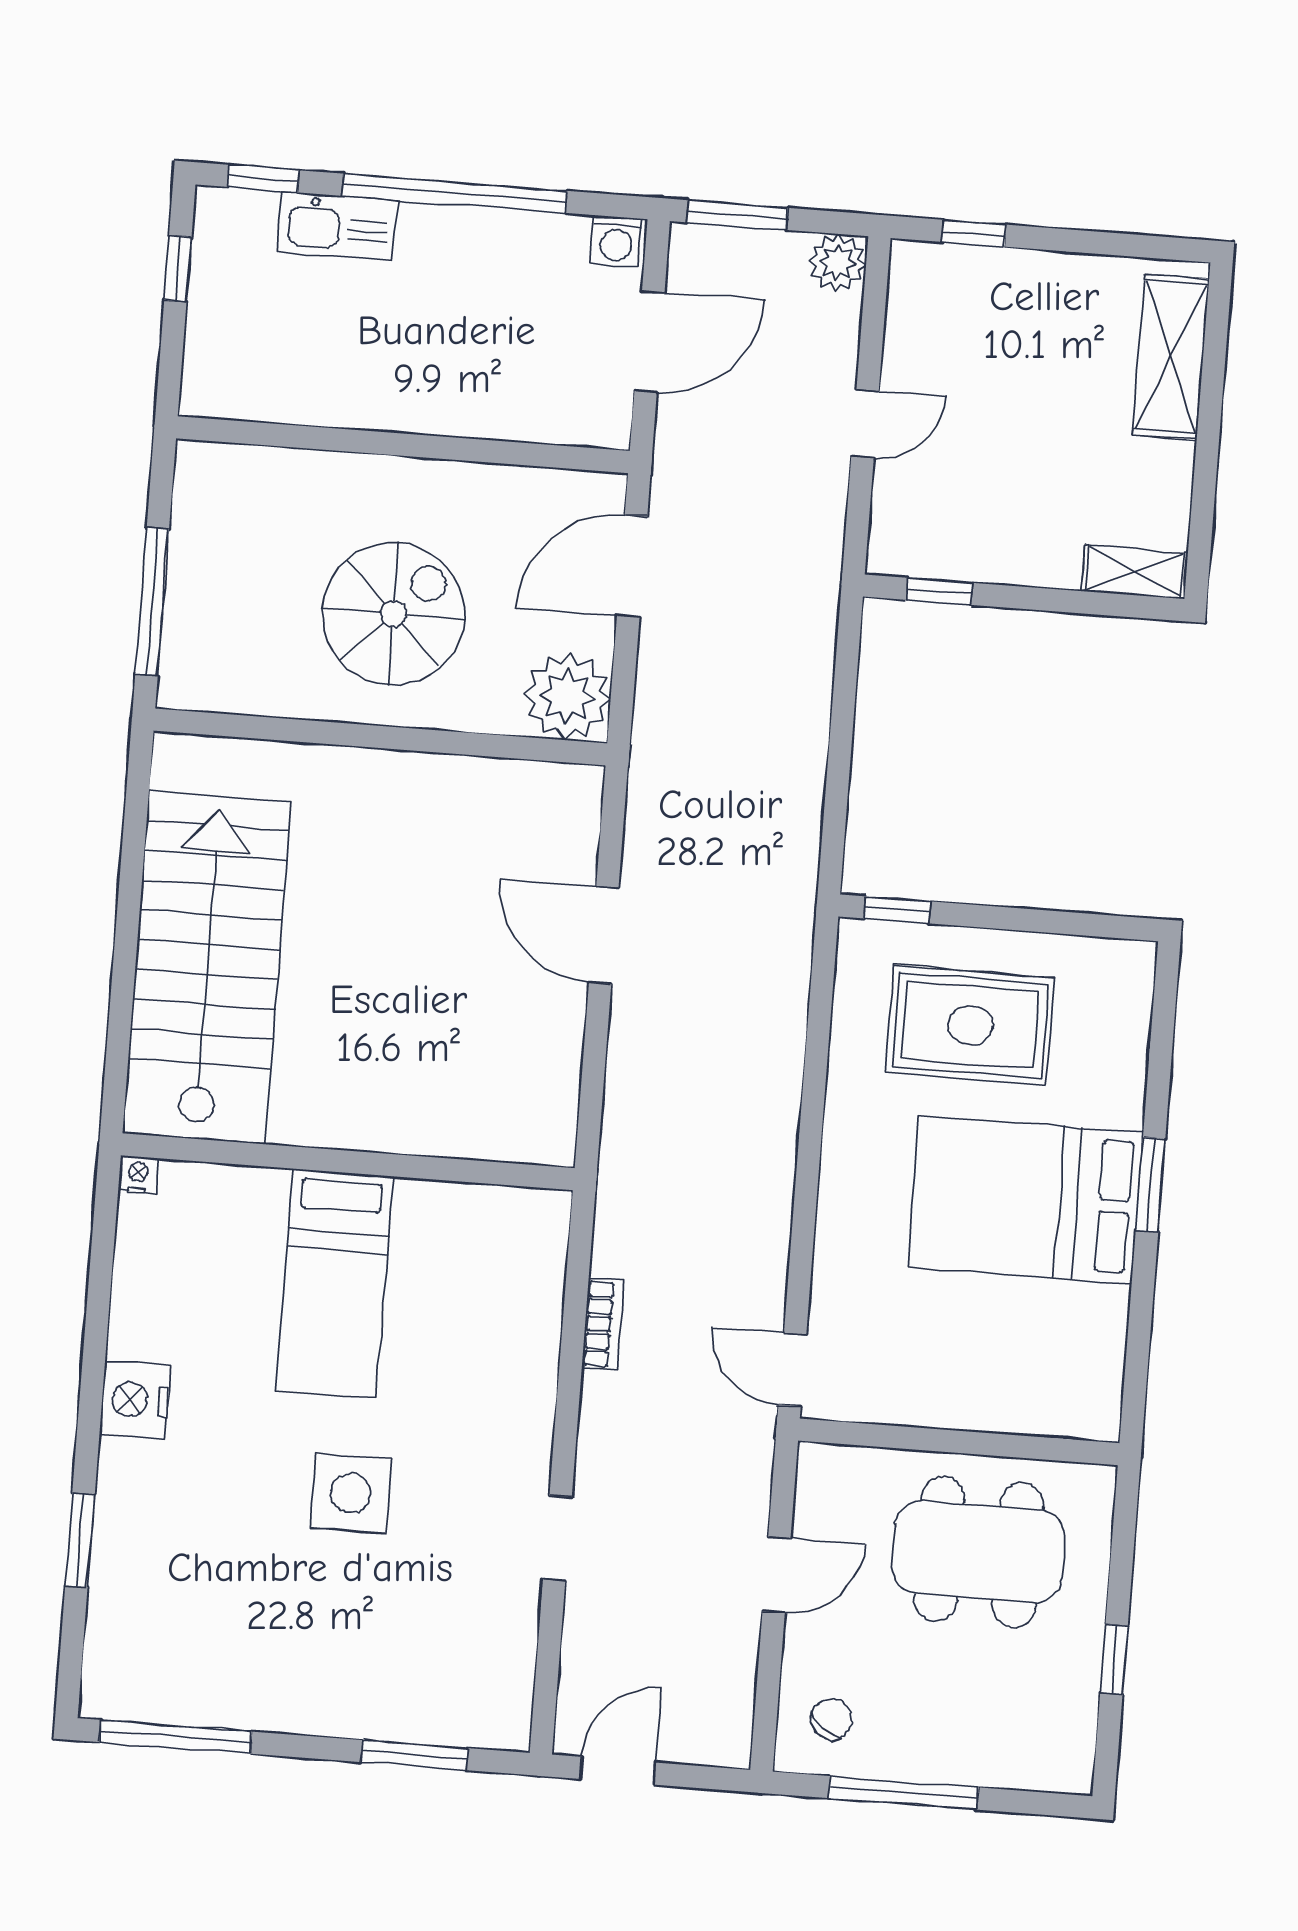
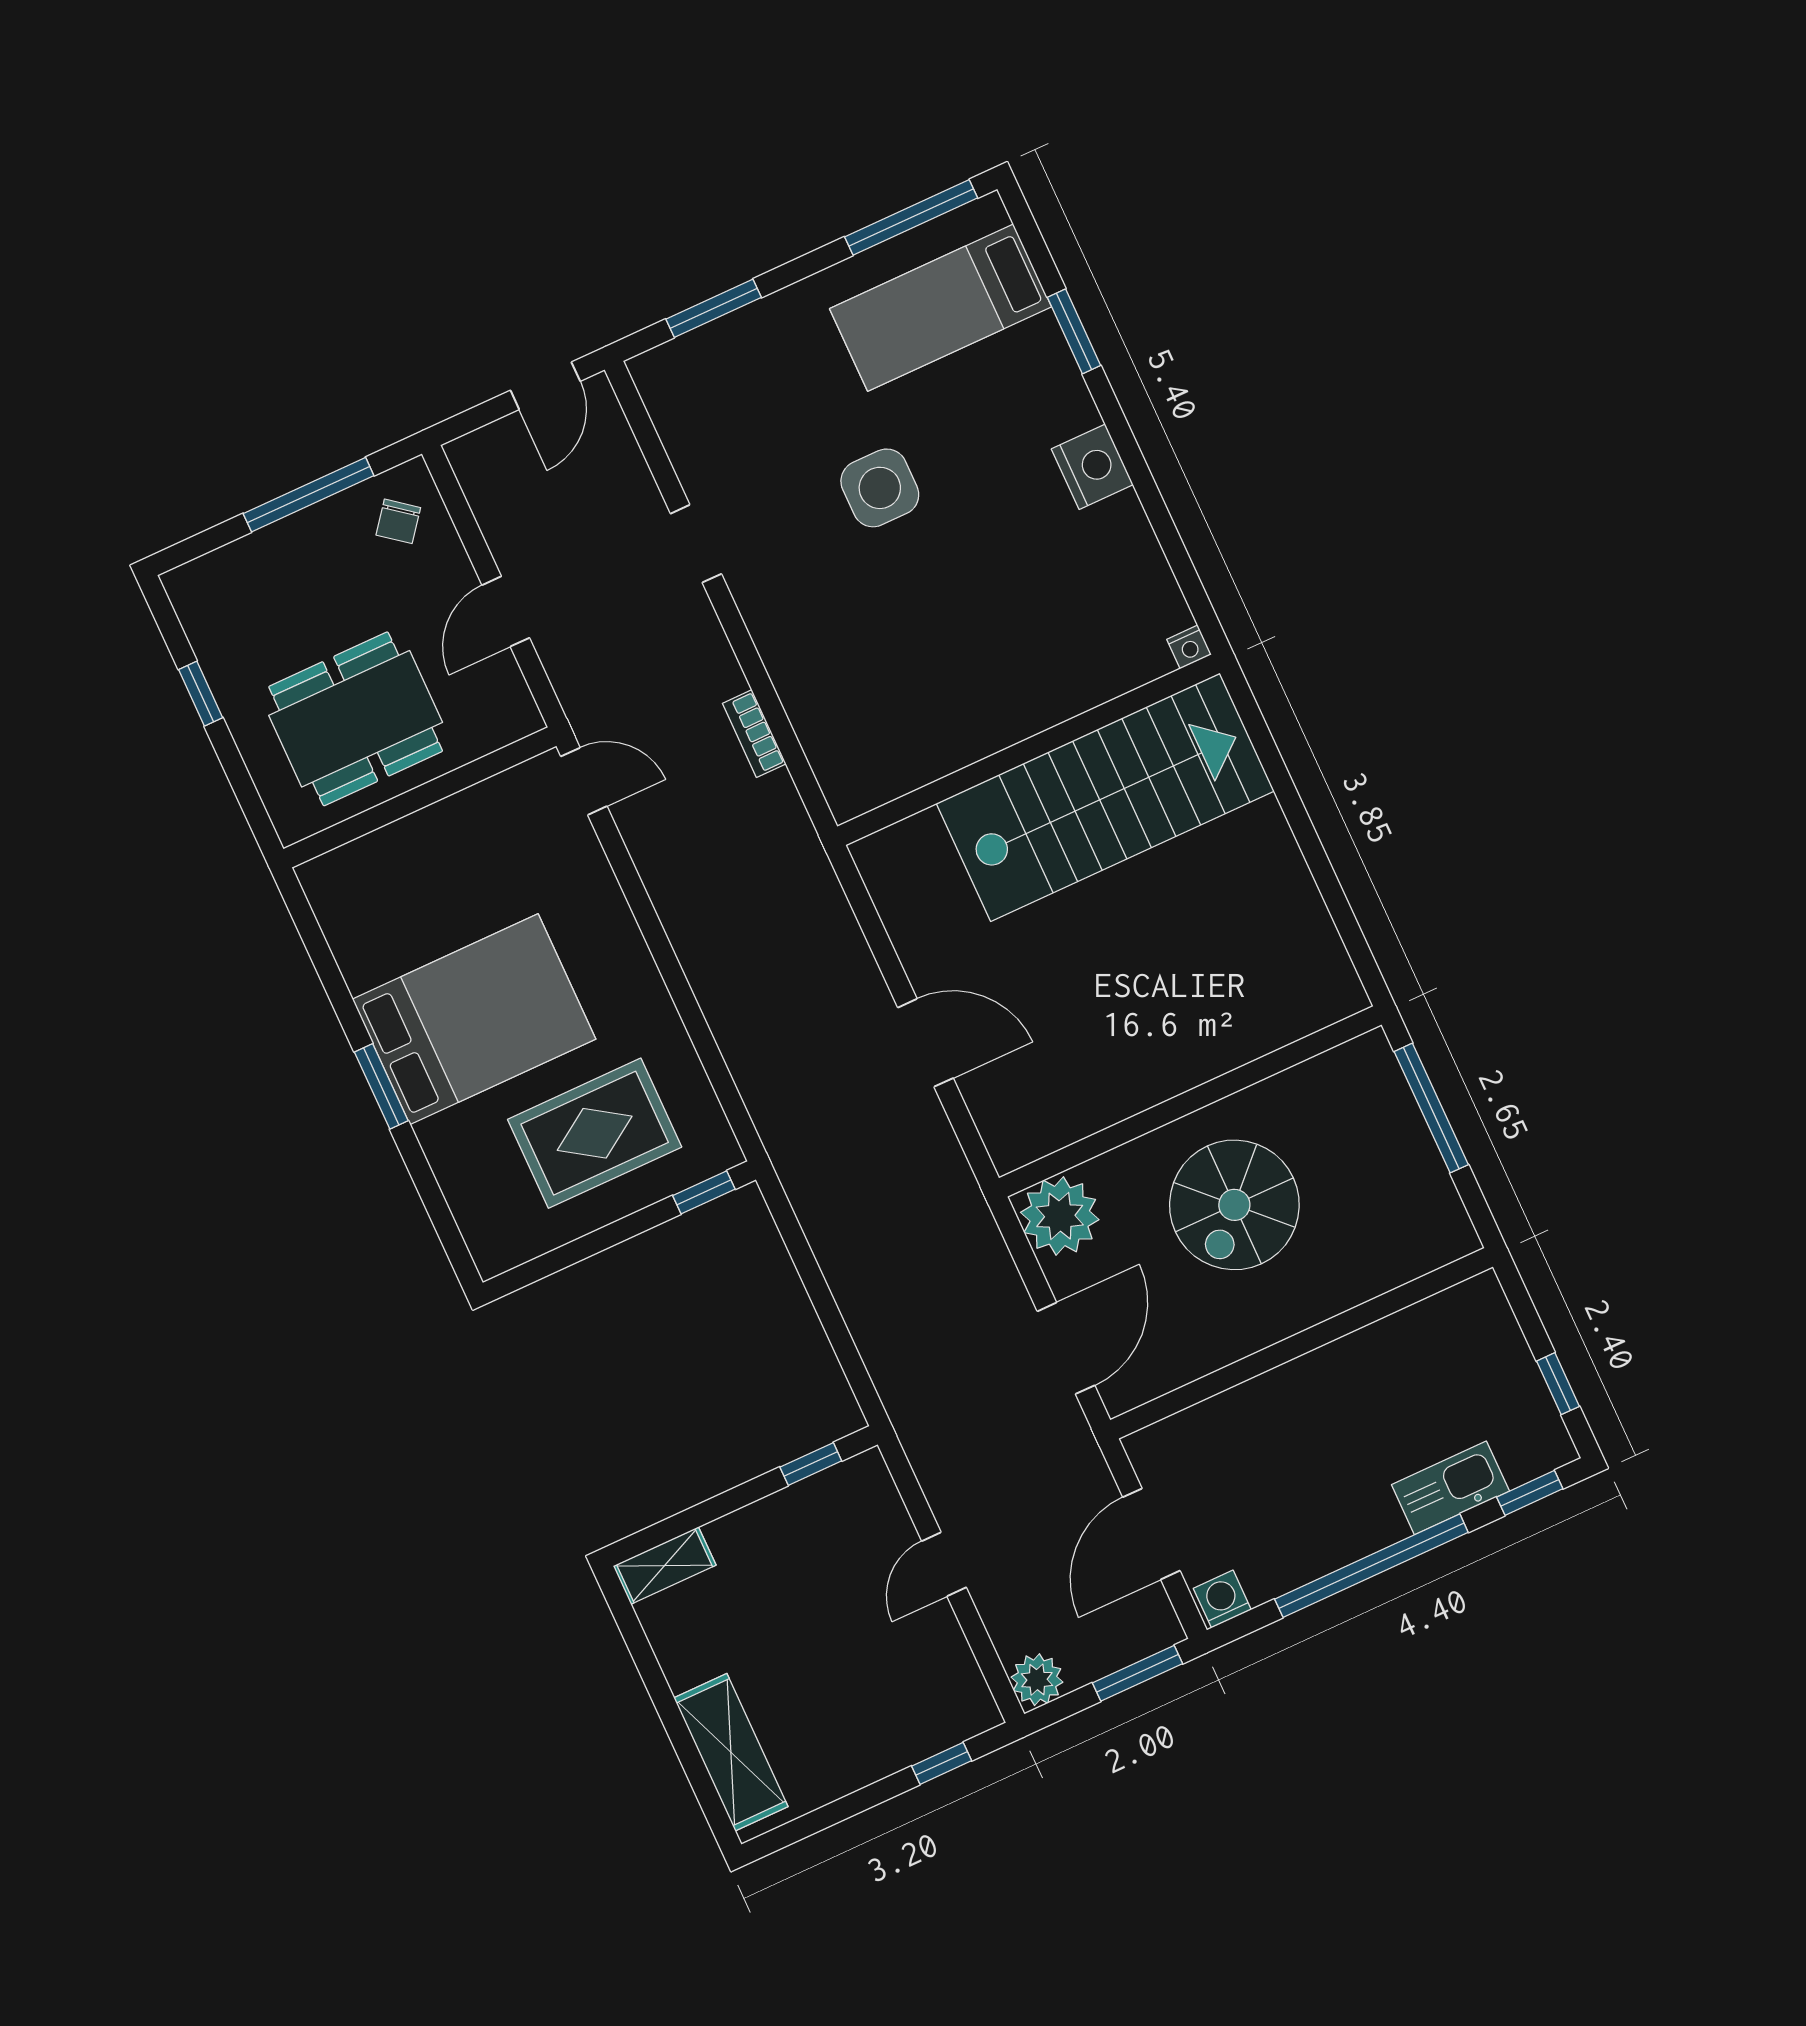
stairs: (207, 967) -> (1105, 797), moved, turned -90
bed: (335, 1284) -> (941, 308), moved, turned -90

